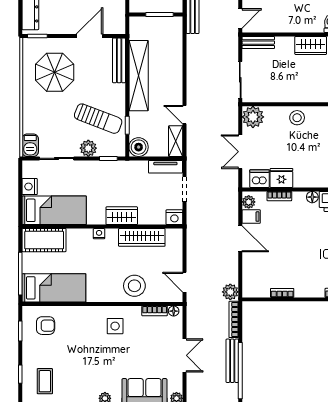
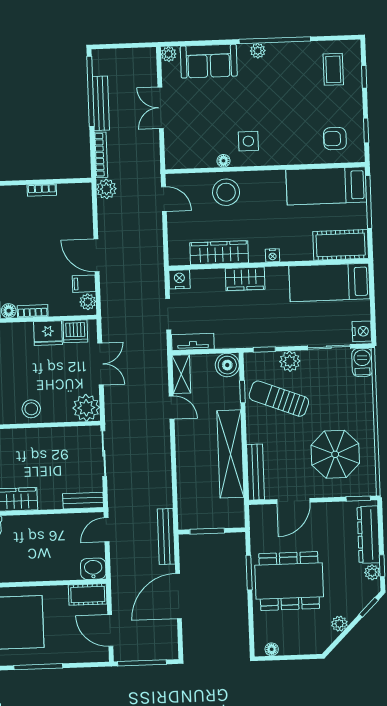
nightstand: (30, 187) -> (362, 331), moved
bookcase: (279, 196) -> (33, 311), moved
bookcase: (155, 311) -> (200, 162), removed
floor lamp: (174, 311) -> (223, 161), moved

